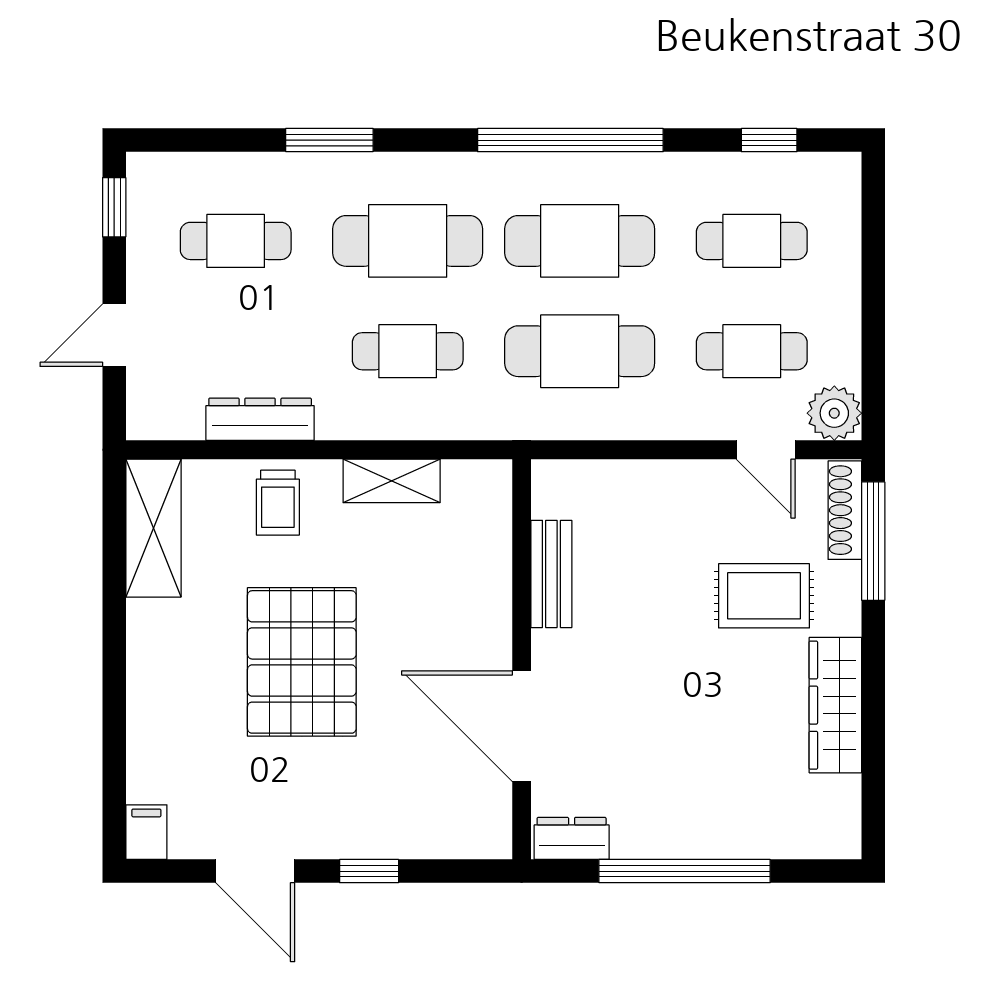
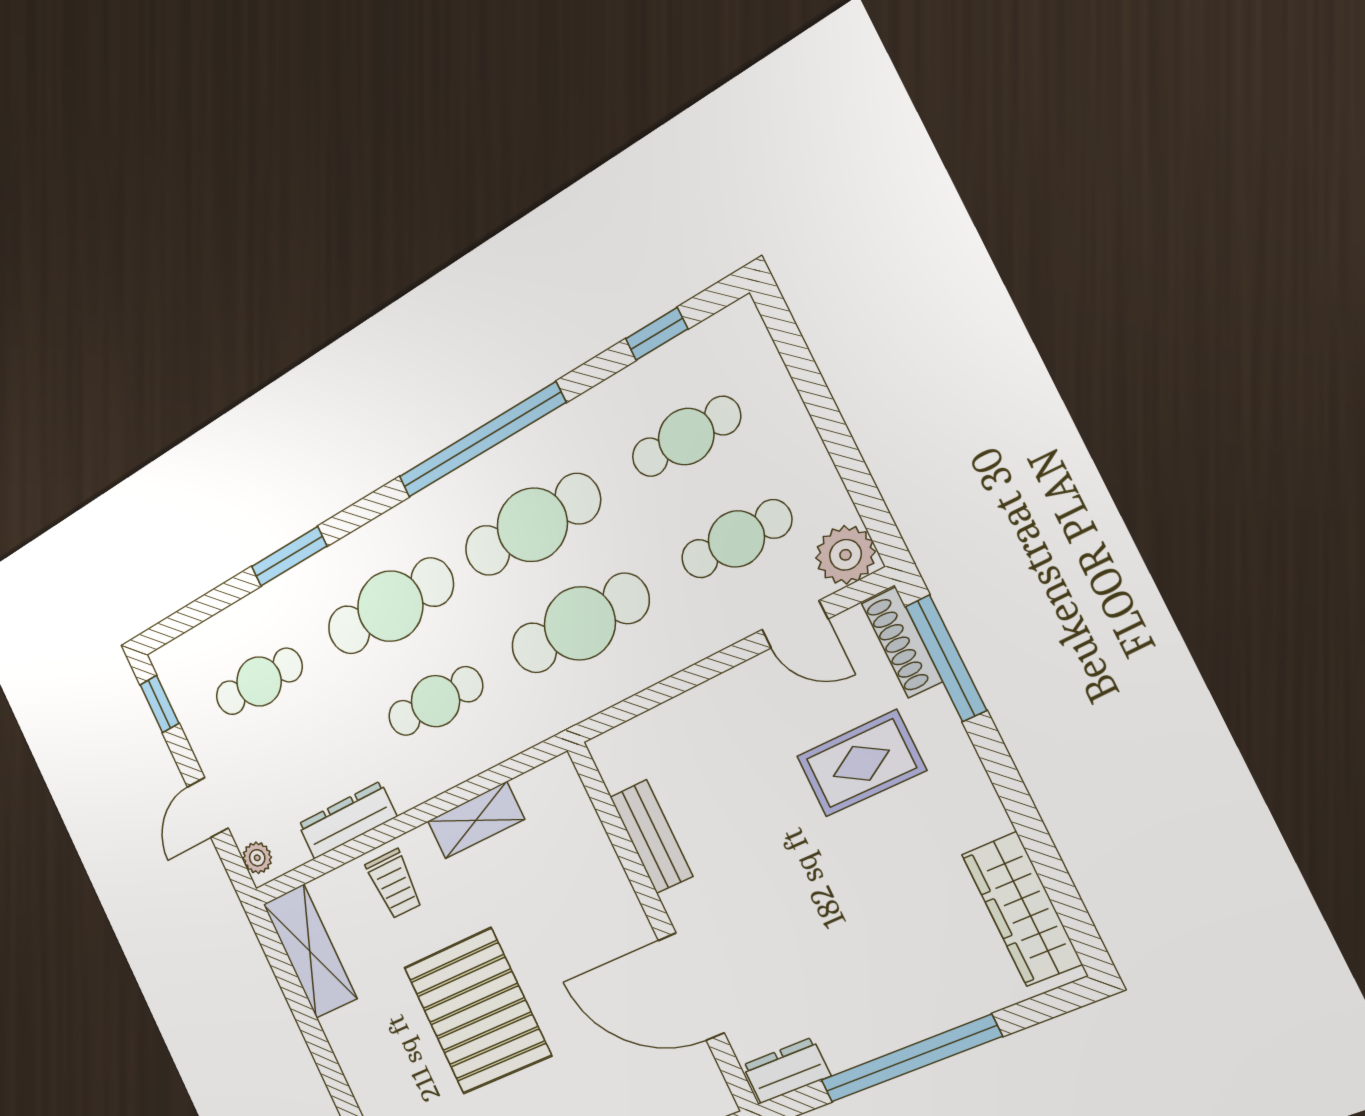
plant: (143, 410) -> (257, 858), added
wardrobe: (835, 705) -> (1022, 909), moved

